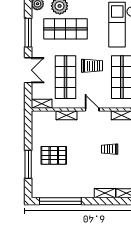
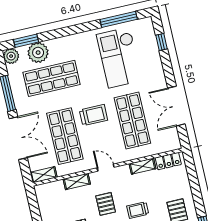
double door: (28, 70) -> (18, 138), width x1.37
pallet: (85, 138) -> (106, 204), added

